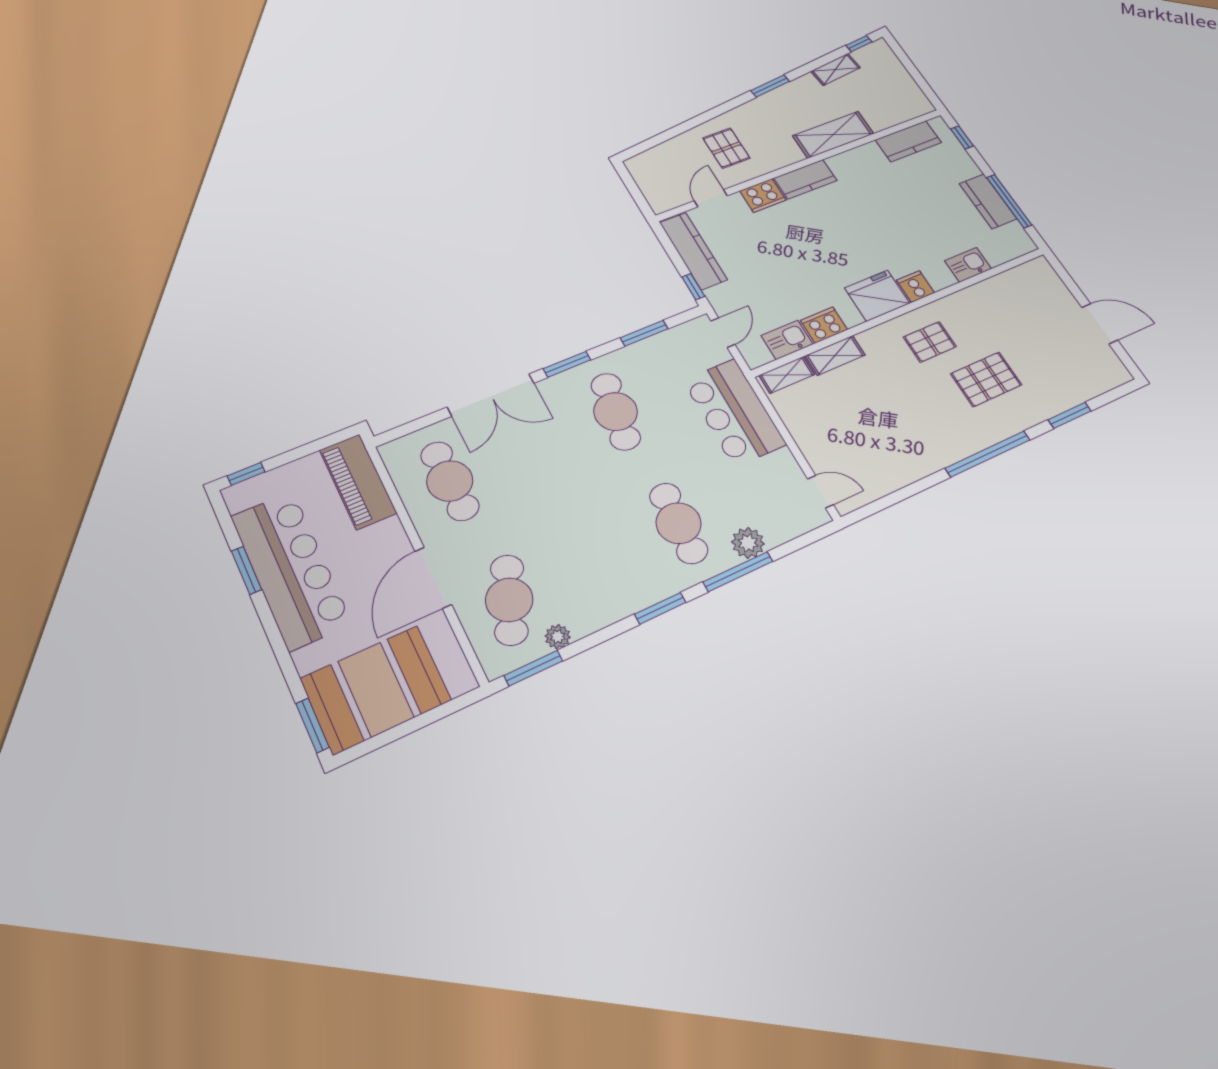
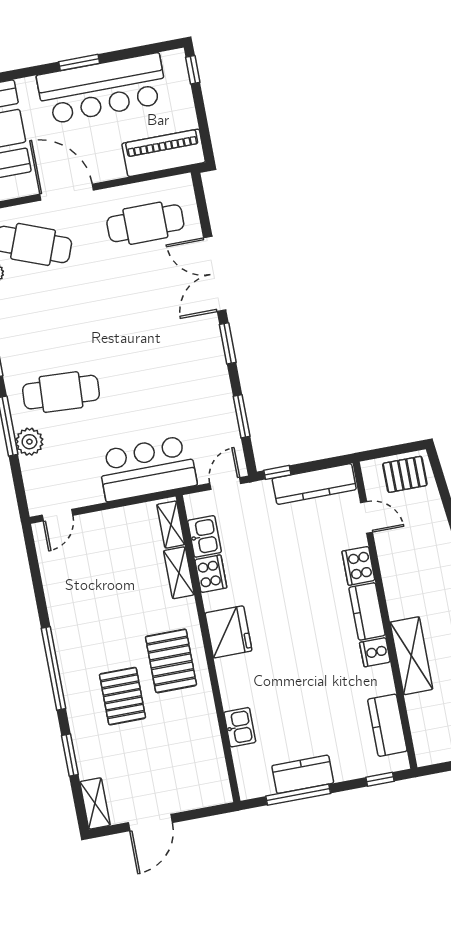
pallet: (726, 148) -> (405, 474), moved
cooker: (916, 286) -> (375, 652), moved, turned 180
door: (723, 333) -> (225, 483), swing flipped
pallet: (930, 342) -> (171, 661), width x1.50, depth x1.42
shelving: (1106, 379) -> (95, 803), added
cafe table: (616, 411) -> (173, 371), removed
window: (246, 570) -> (79, 62), moved

